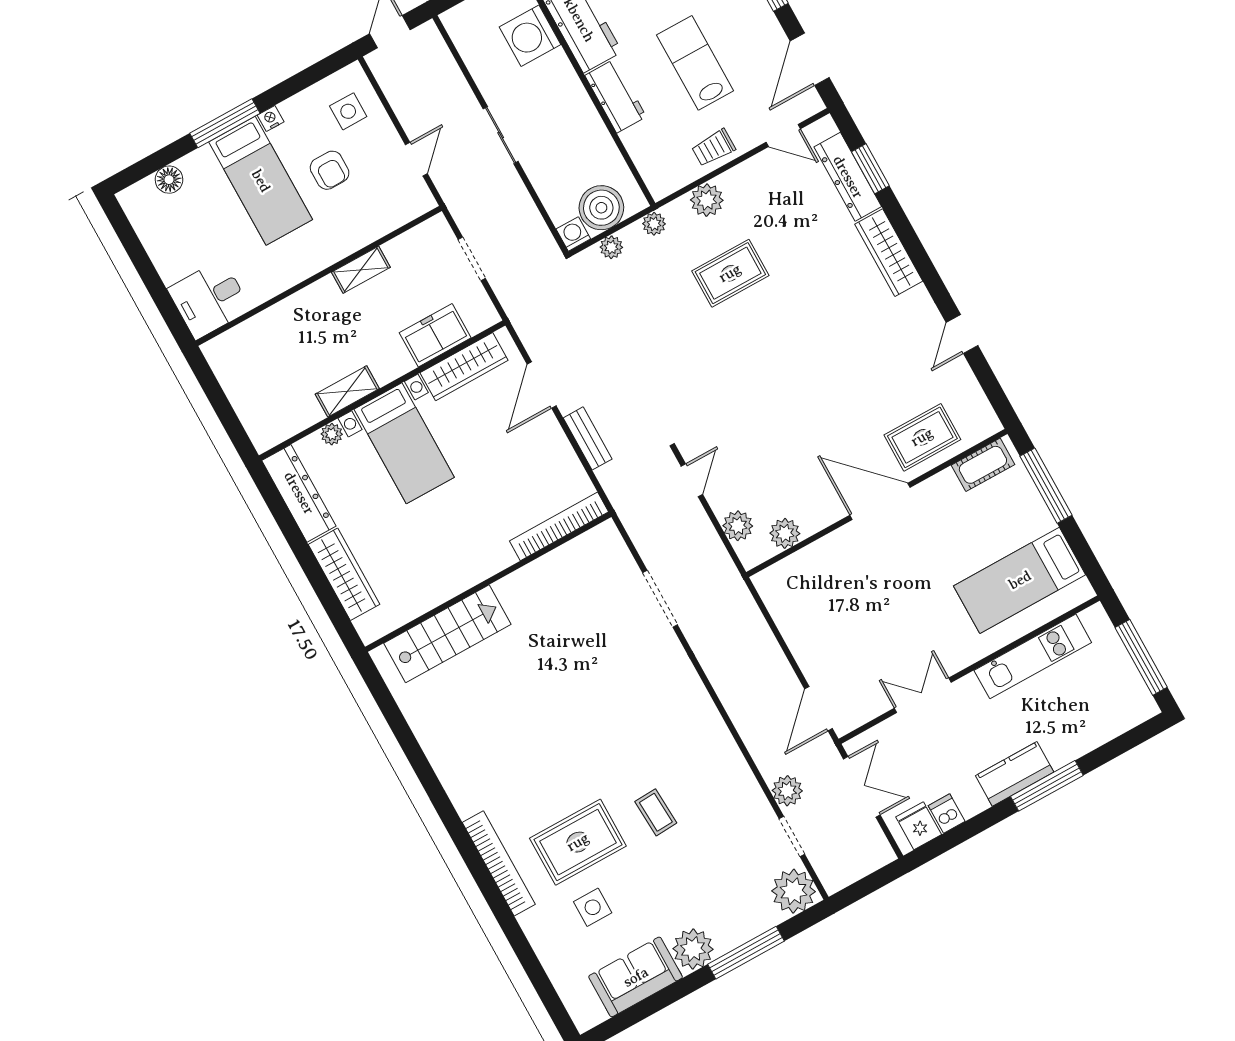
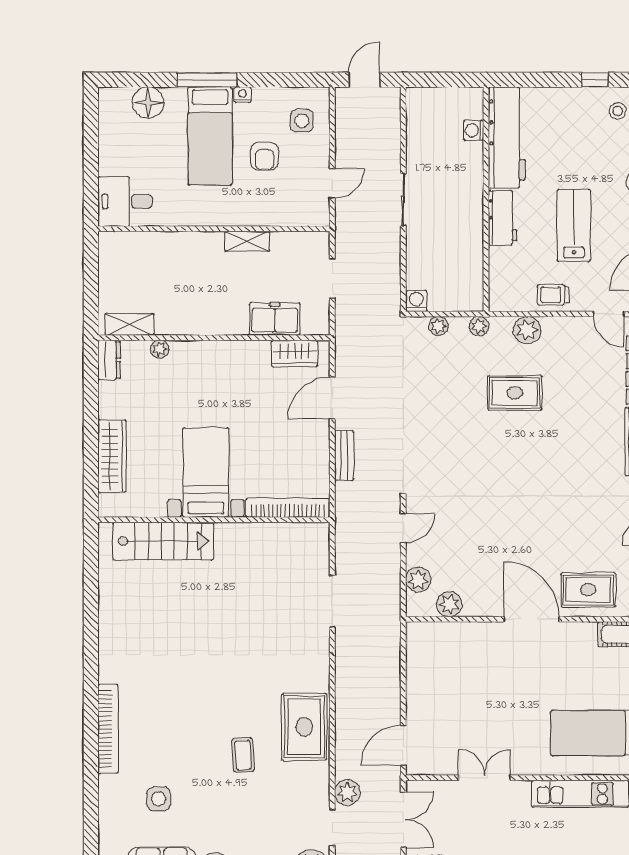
washing machine: (530, 36) -> (474, 130), width x0.53, depth x0.53
floor lamp: (169, 180) -> (148, 103), width x1.38, depth x1.38
boiler: (601, 208) -> (447, 293), removed
wardrobe: (464, 367) -> (295, 353), width x0.67
shelving: (347, 391) -> (129, 324), moved
bed with nightstands: (404, 443) -> (206, 472), moved, turned 180
dresser: (299, 493) -> (109, 360), width x0.51, depth x0.80
rug: (578, 842) -> (304, 727), moved, turned 90

